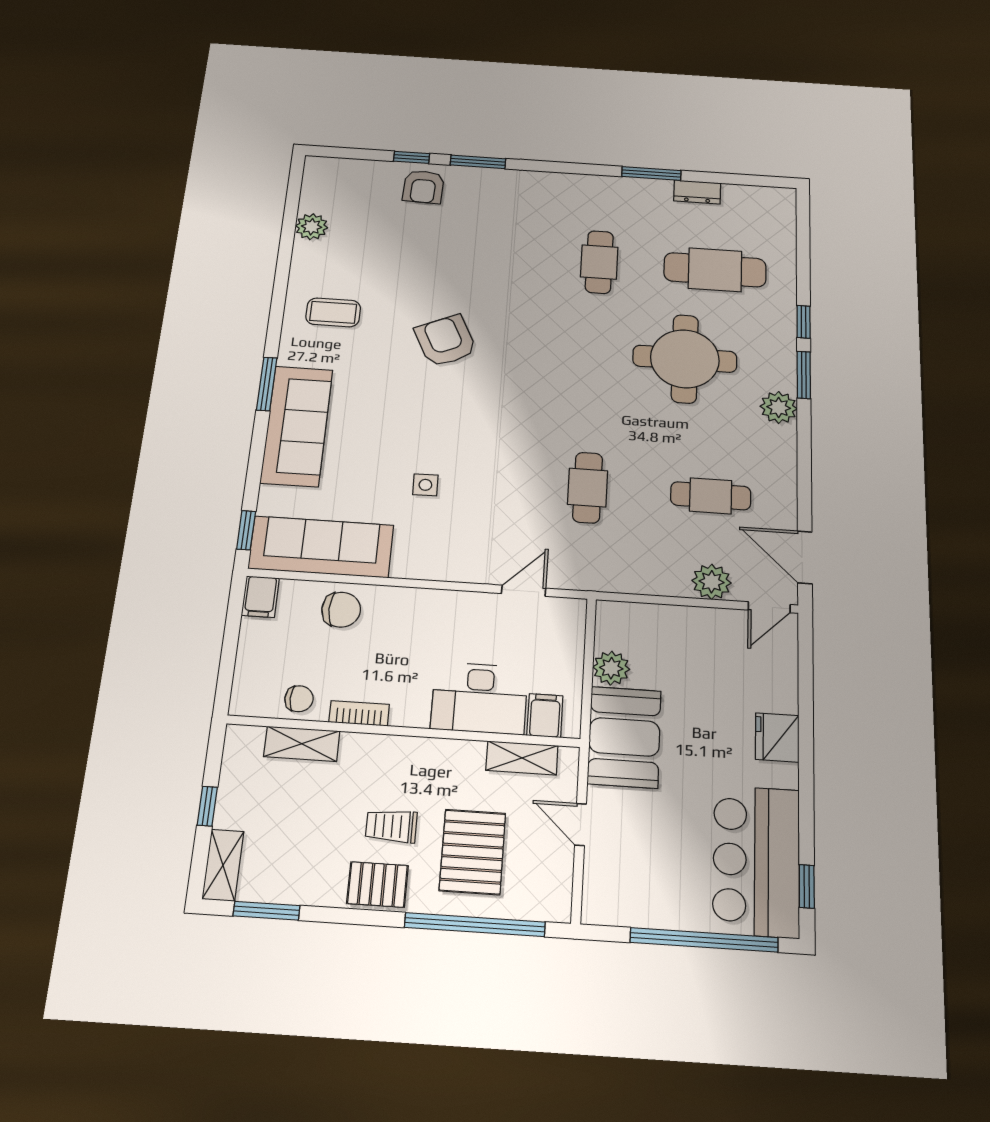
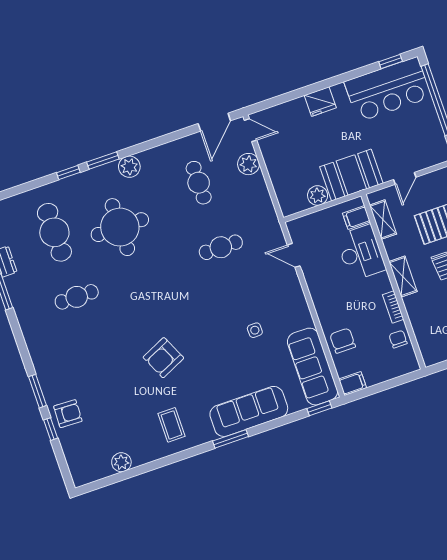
shelving: (302, 744) -> (403, 277), moved

